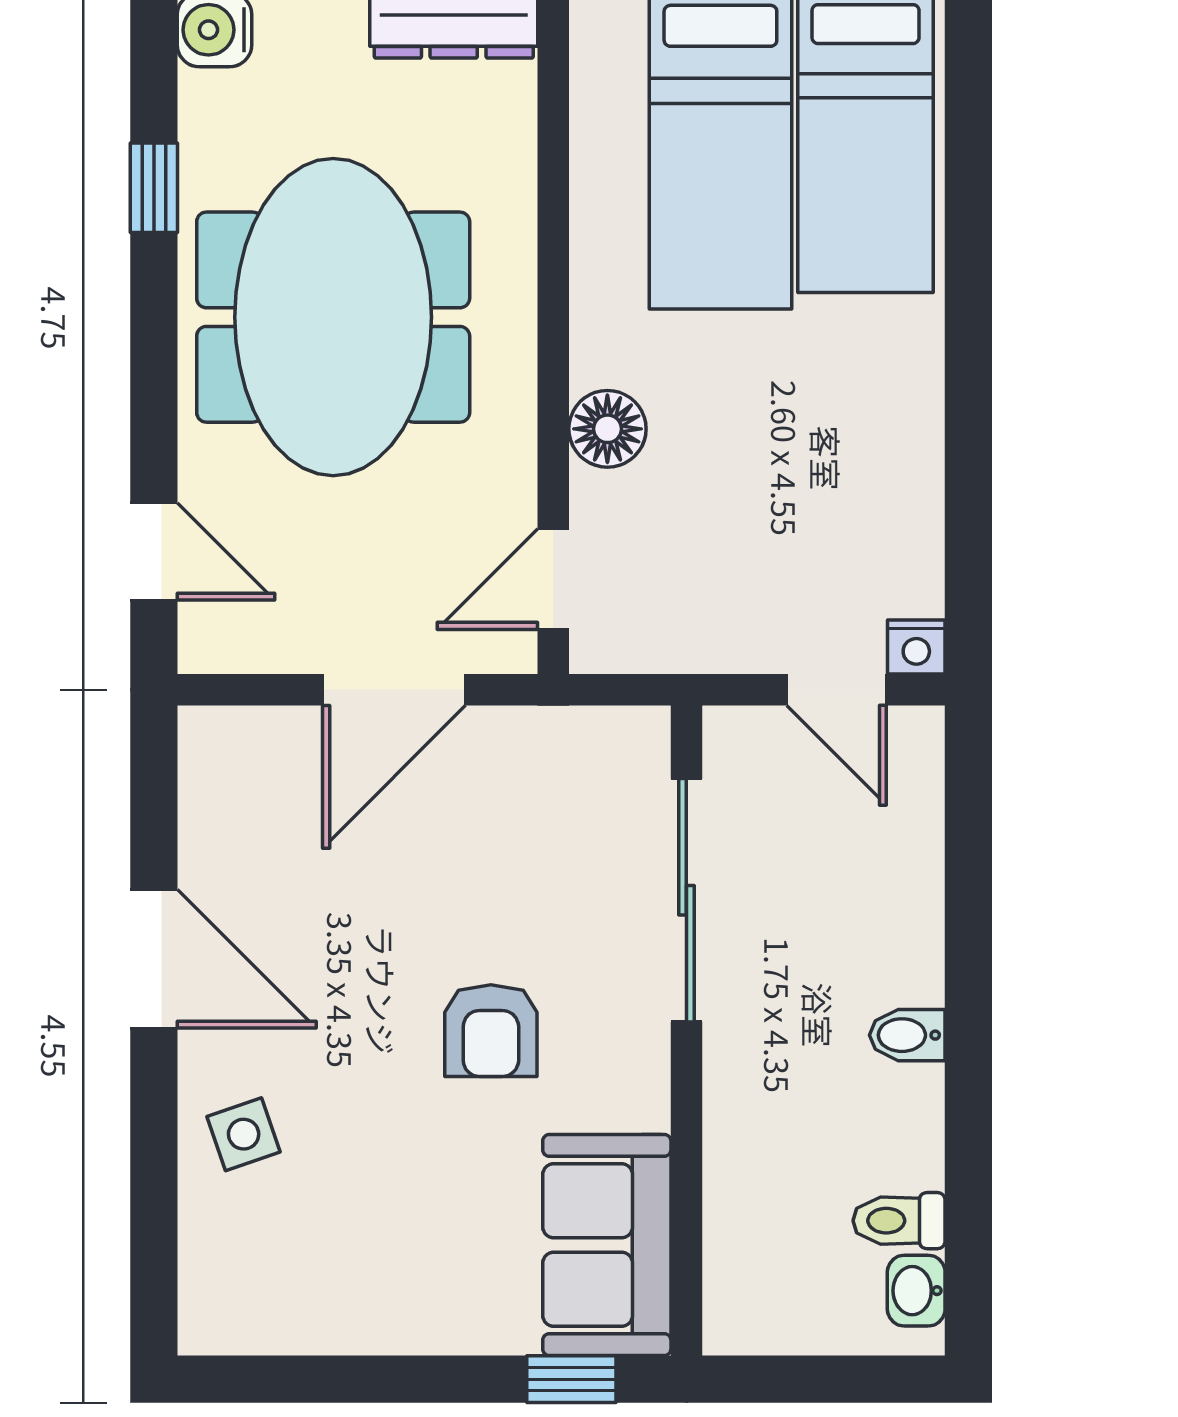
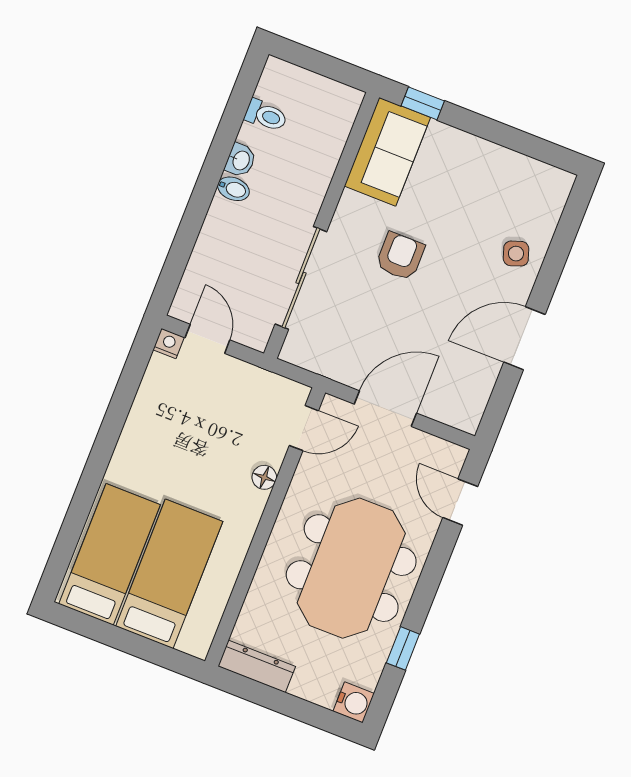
floor lamp: (607, 429) -> (264, 477), width x0.73, depth x0.73
door: (154, 959) -> (524, 338), hinge flipped
washbasin: (916, 1291) -> (240, 160), moved

